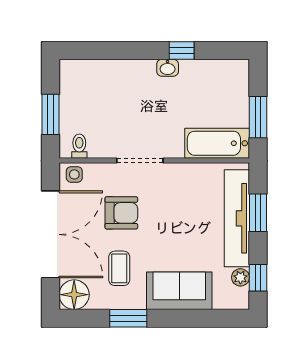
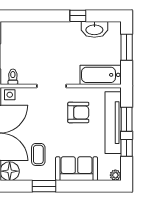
washbasin: (168, 68) -> (94, 29), moved, width x1.91, depth x1.45
window: (258, 117) -> (127, 47), moved
armchair: (121, 213) -> (78, 112), moved
plant: (240, 277) -> (115, 175), moved
window: (258, 278) -> (127, 148), moved

